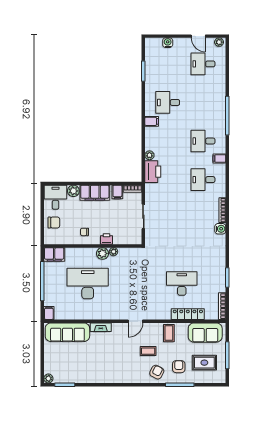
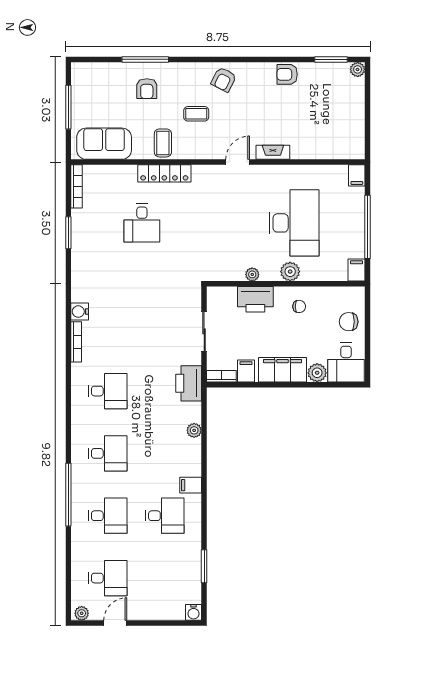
door: (198, 36) -> (115, 623), hinge flipped
water cooler: (168, 43) -> (194, 612), moved
desk: (203, 102) -> (108, 516), added
filing cabinet: (219, 159) -> (81, 425), removed
printer: (153, 172) -> (189, 383), moved
printer: (106, 239) -> (255, 299), width x1.87, depth x1.48
plant: (103, 253) -> (290, 272), moved
filing cabinet: (54, 254) -> (357, 270), width x0.50
desk: (88, 284) -> (294, 223), turned -90
desk: (182, 284) -> (142, 223), width x0.73
locker: (188, 314) -> (164, 173), moved
door: (135, 321) -> (238, 162), moved
sofa: (67, 332) -> (327, 144), removed
rug: (204, 363) -> (105, 95), removed
armchair: (157, 372) -> (224, 80), moved
armchair: (92, 375) -> (287, 74), added

